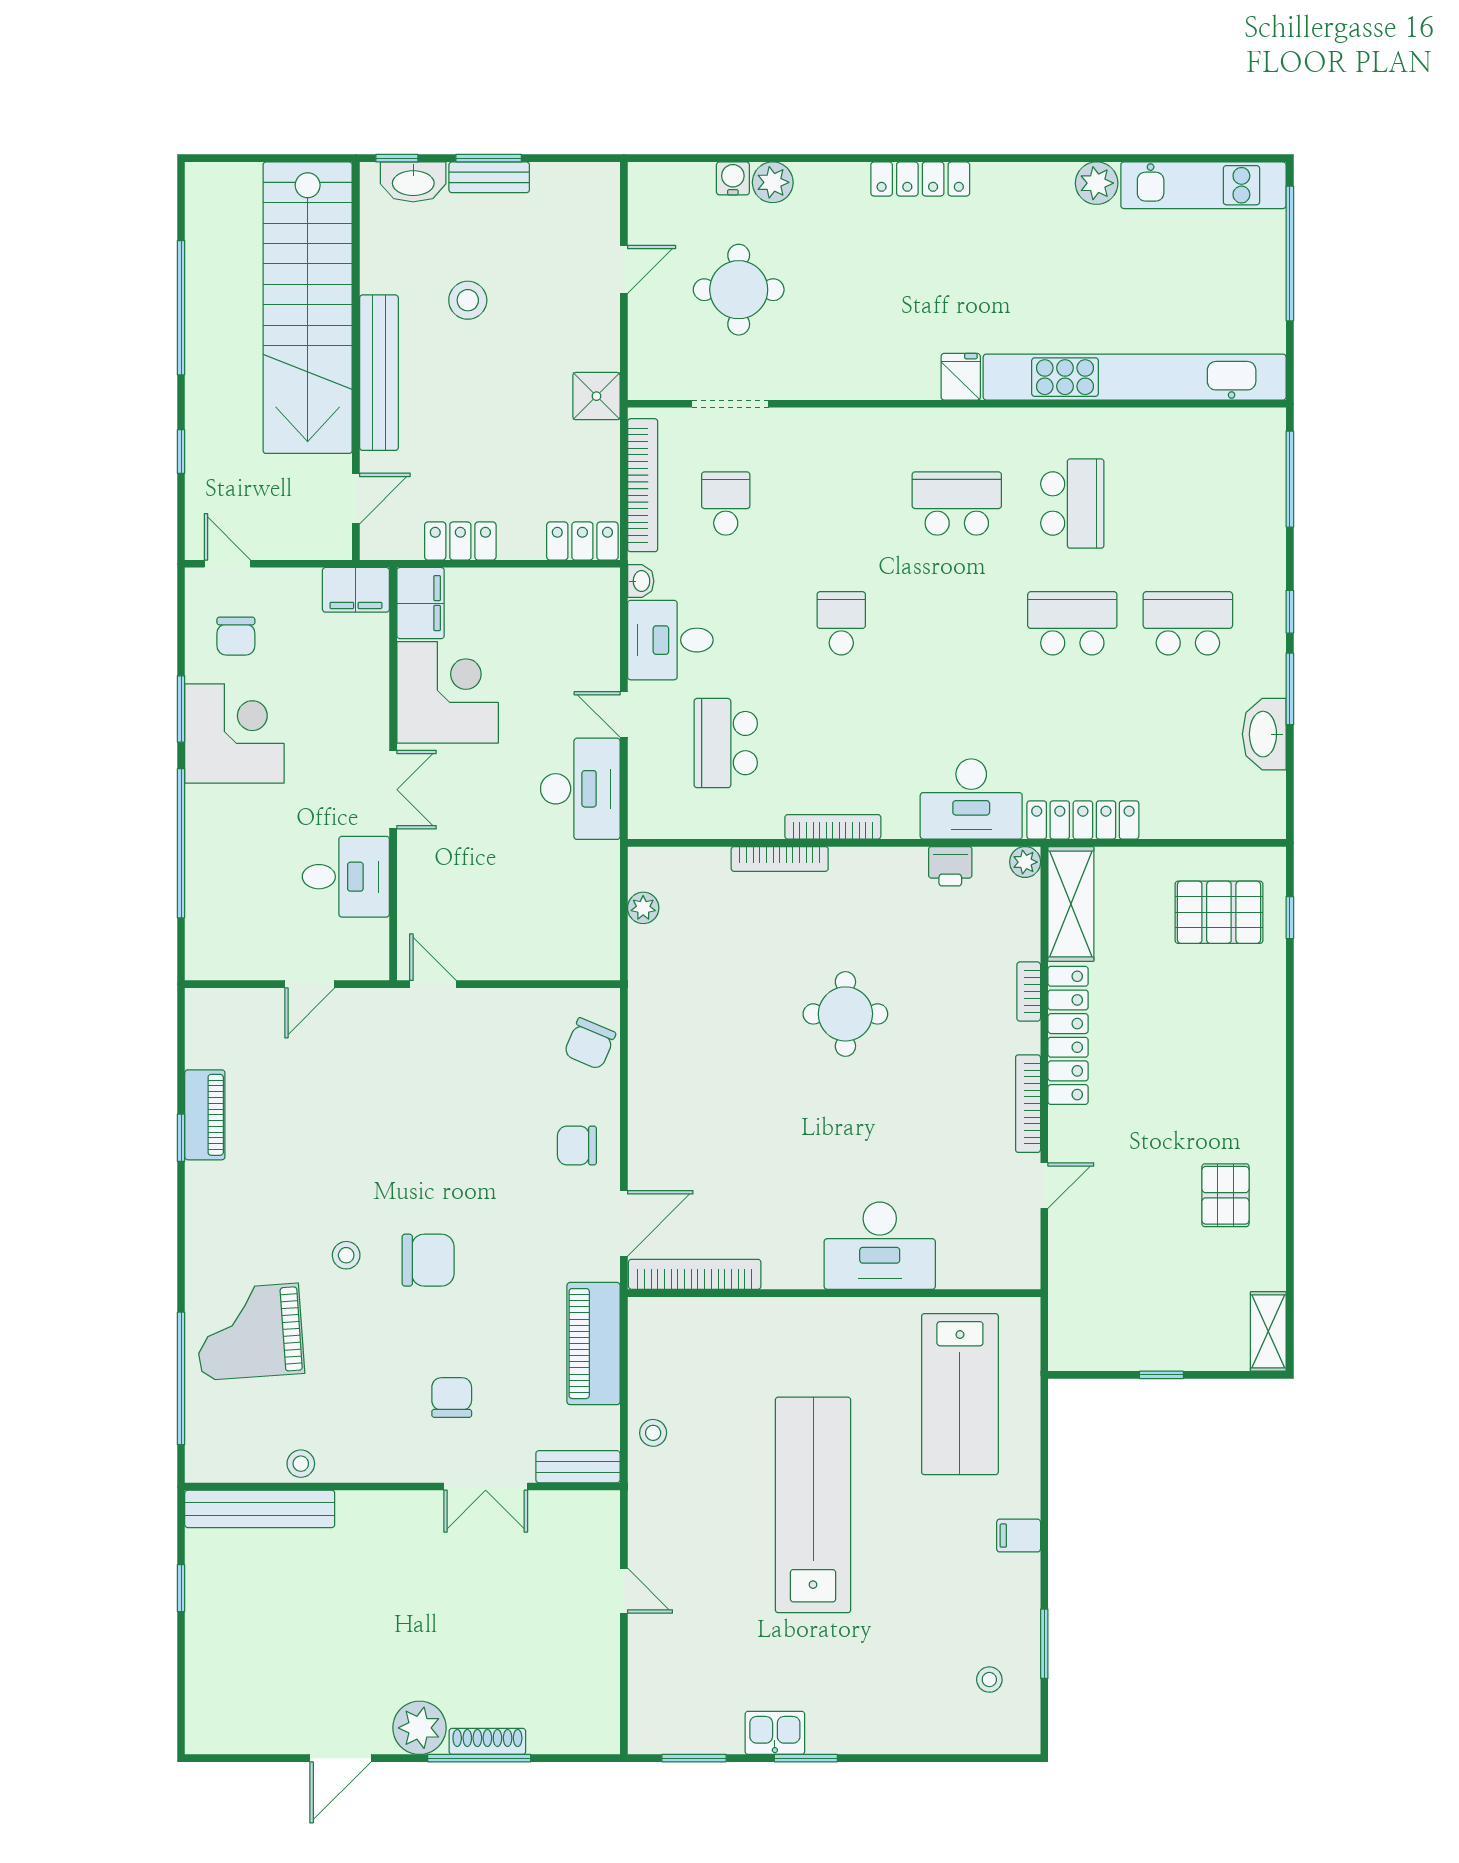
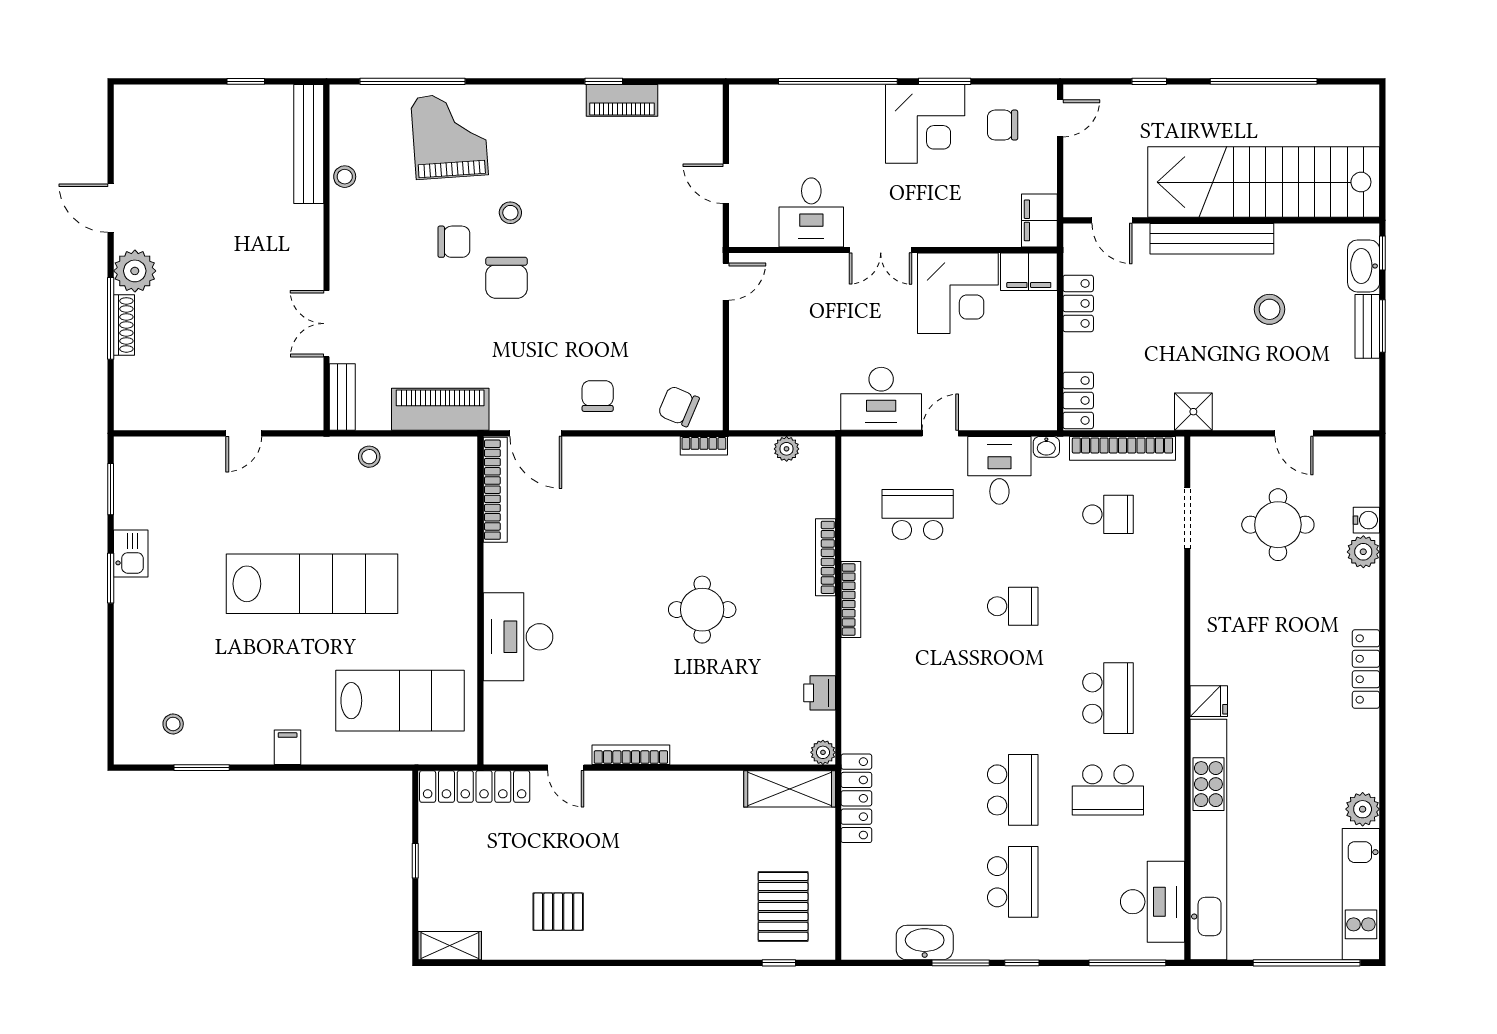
desk: (971, 799) -> (1152, 902), moved, turned 180
bookcase: (1029, 992) -> (704, 446), moved, turned 180
locker: (1068, 1035) -> (475, 787), moved
lab bench: (960, 1394) -> (400, 701), turned 180
chair: (452, 1397) -> (454, 242), moved

